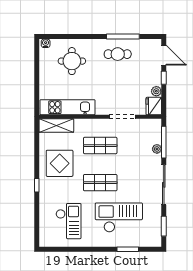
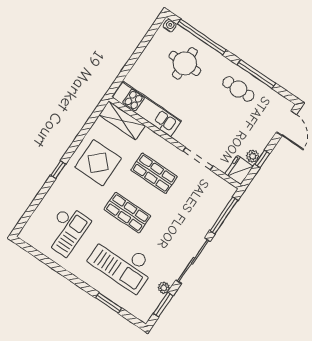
window: (71, 37) -> (202, 37), added
window: (164, 78) -> (262, 159), moved
plant: (157, 149) -> (164, 288), moved
checkout: (119, 217) -> (122, 263), turned 180

